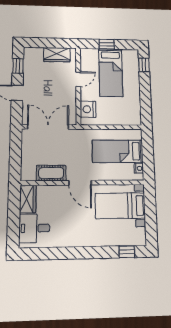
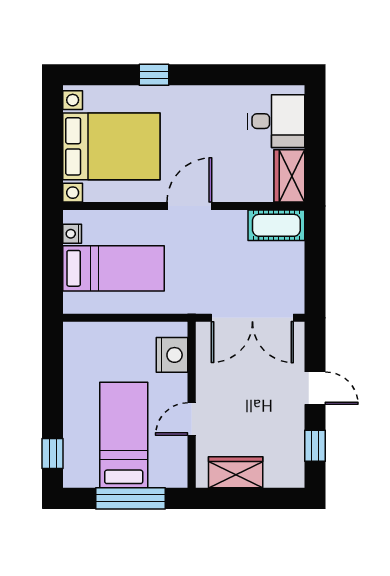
window: (107, 44) -> (130, 498), width x2.17
cot: (51, 173) -> (276, 225), moved
door: (80, 183) -> (189, 206), hinge flipped
bed with nightstands: (120, 206) -> (111, 146), width x1.36
window: (127, 252) -> (154, 75), moved

